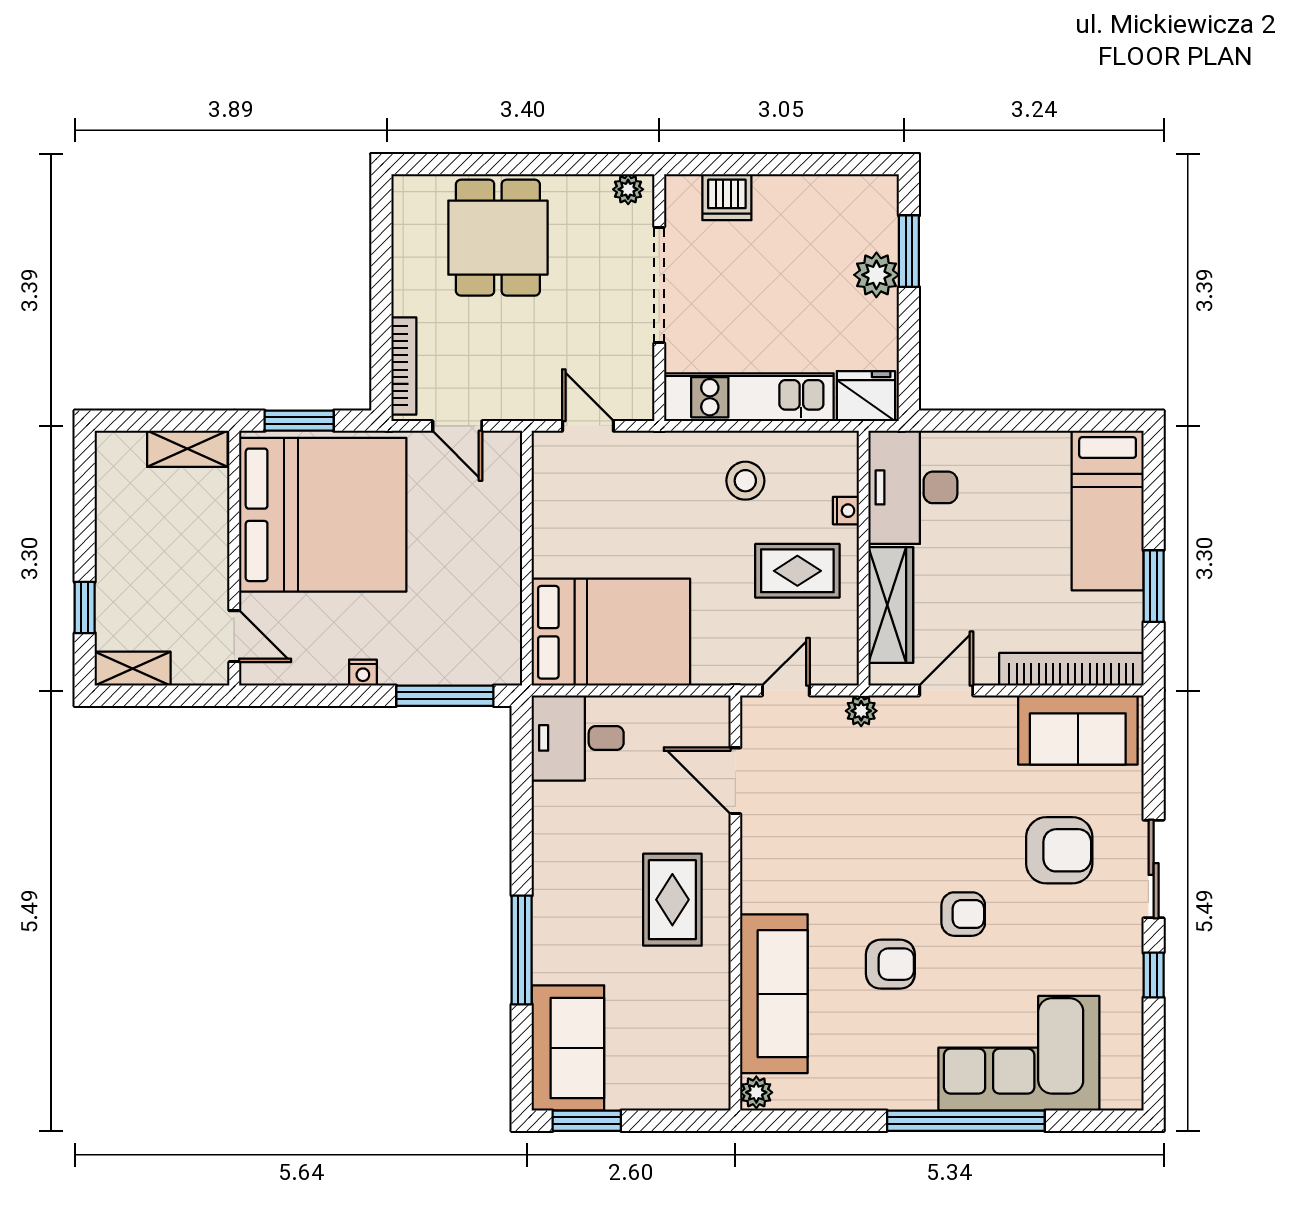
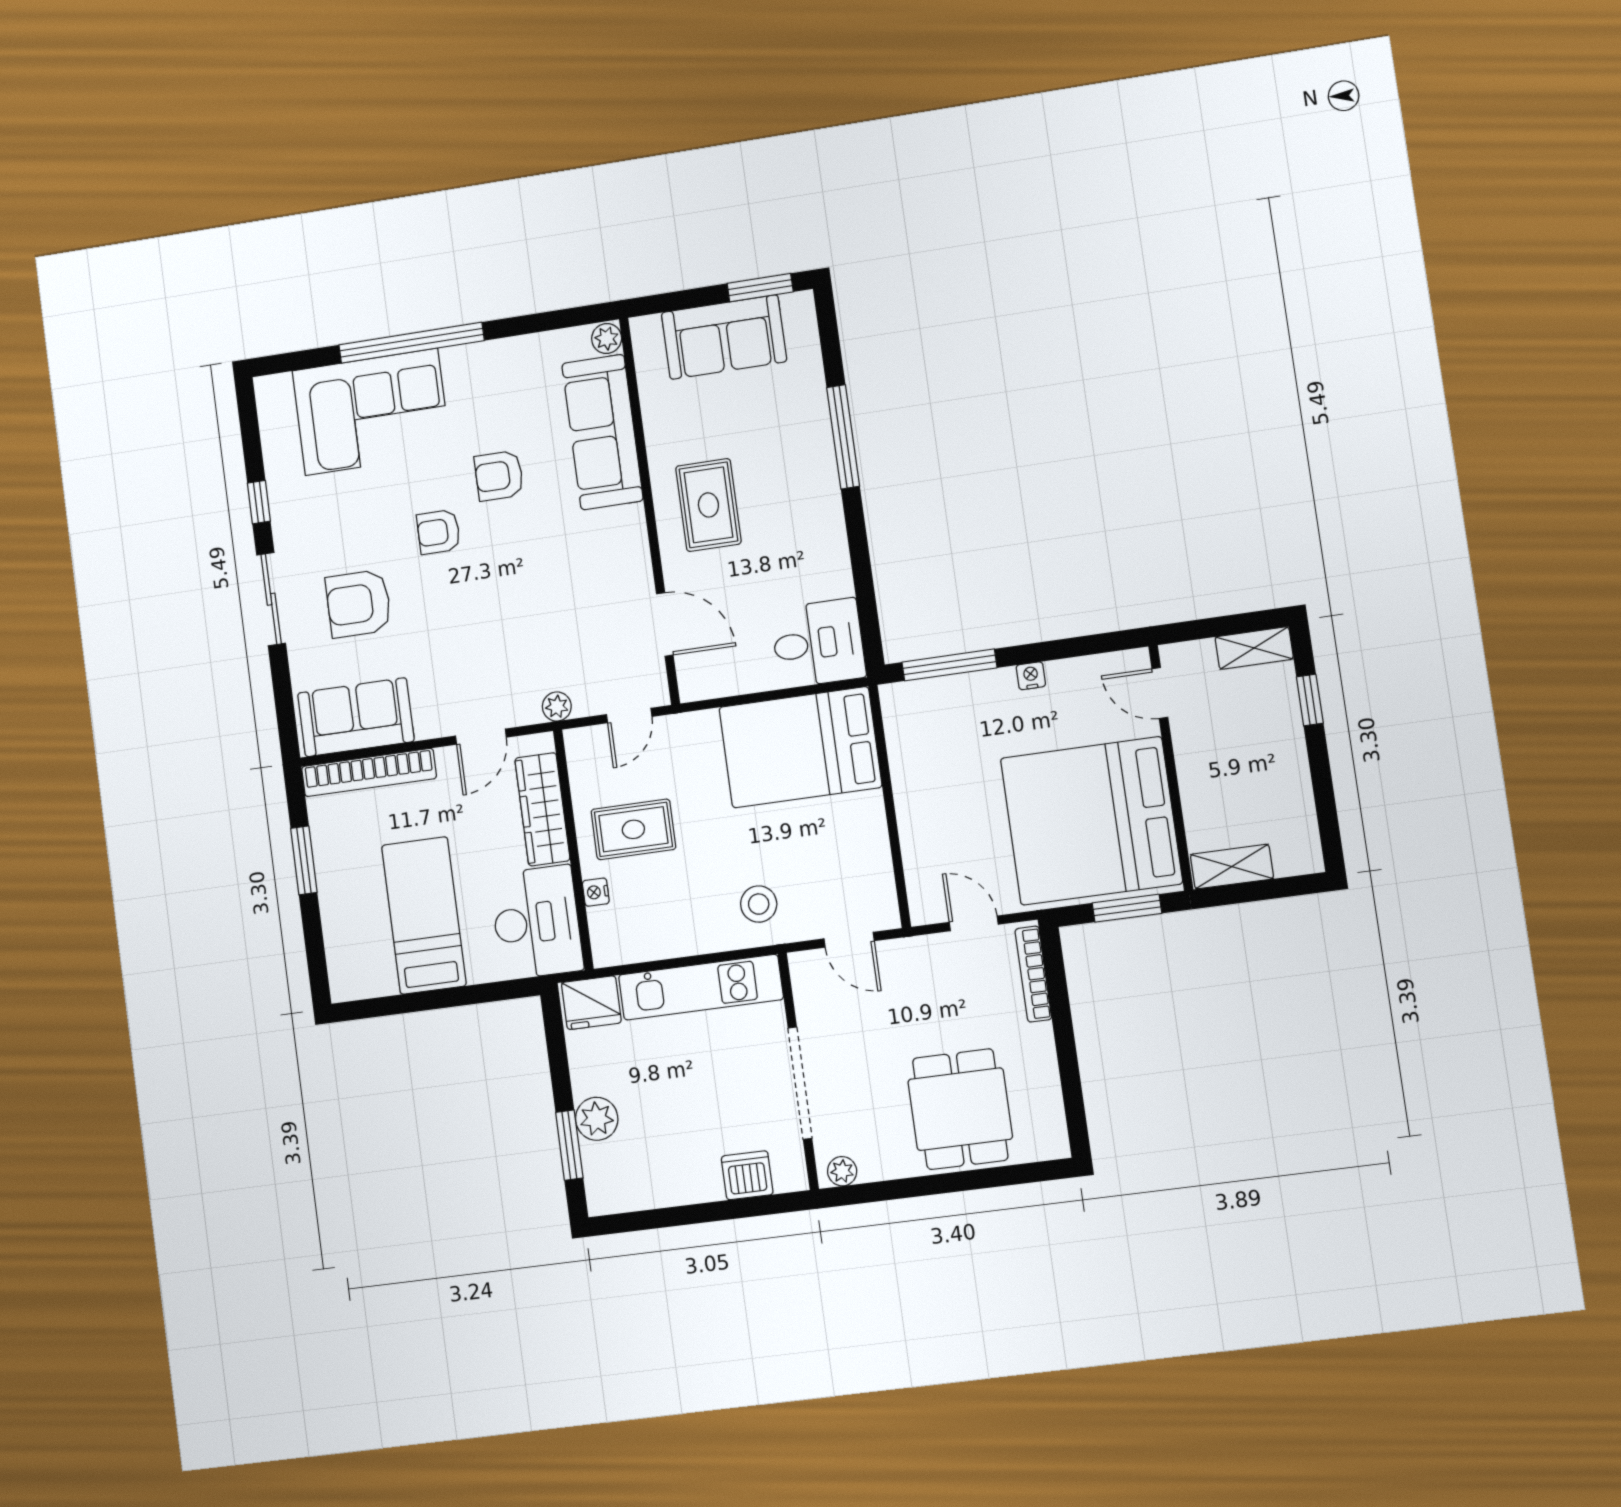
stool: (745, 481) -> (759, 904), moved
bed: (1108, 511) -> (424, 915), moved
sofa: (568, 1048) -> (724, 337), moved, turned -90

